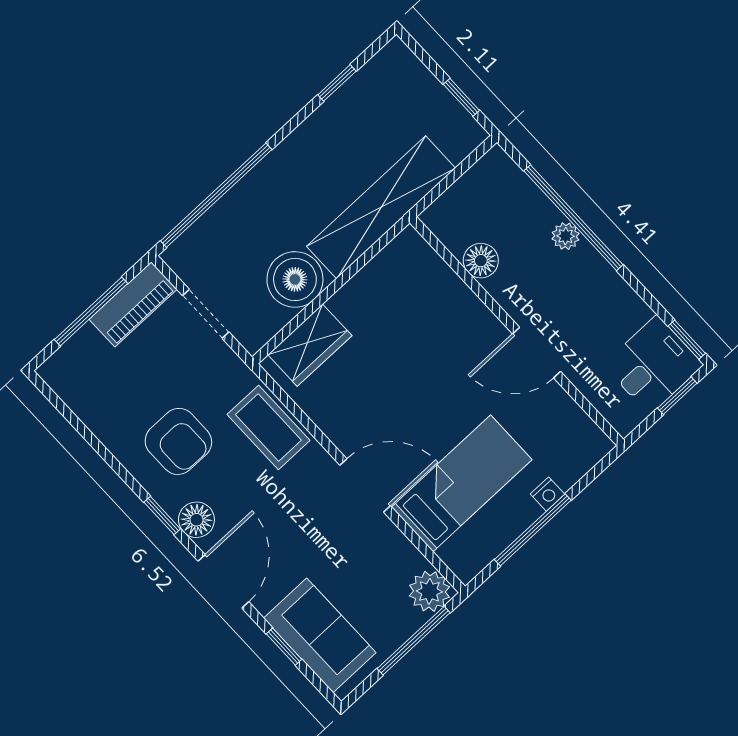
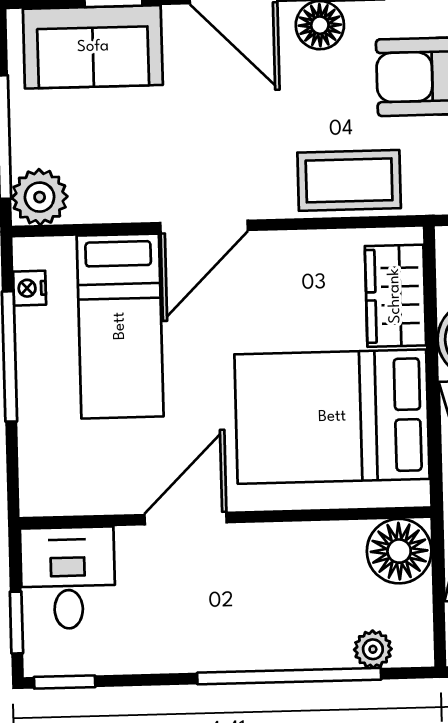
plant: (566, 236) -> (373, 649), moved
floor lamp: (481, 261) -> (399, 551), moved, width x1.38, depth x1.38
bed: (408, 321) -> (332, 417), added
desk: (653, 365) -> (68, 578), moved, turned 180
nightstand: (548, 494) -> (30, 288), moved

